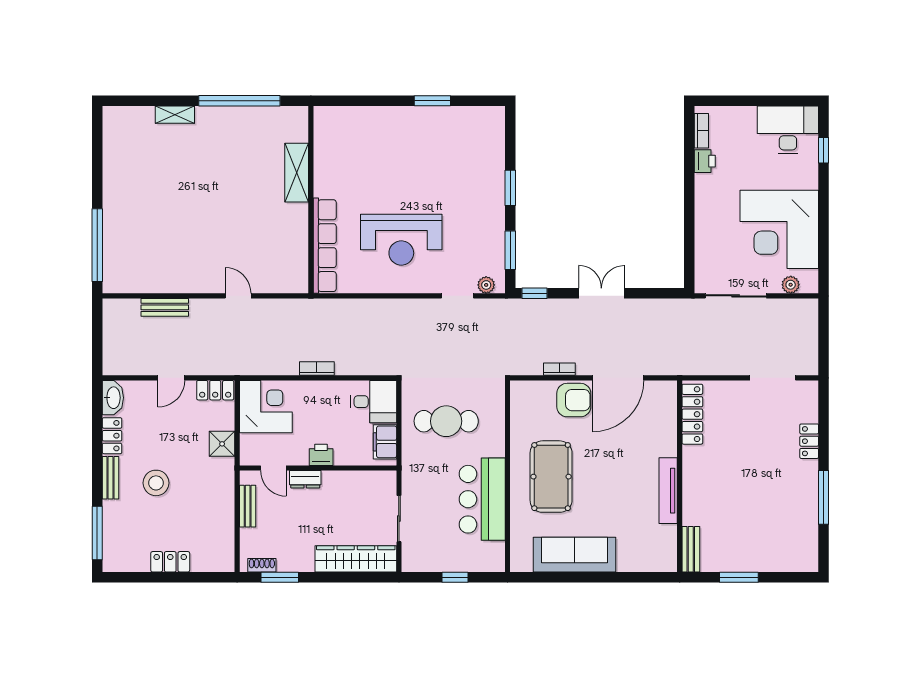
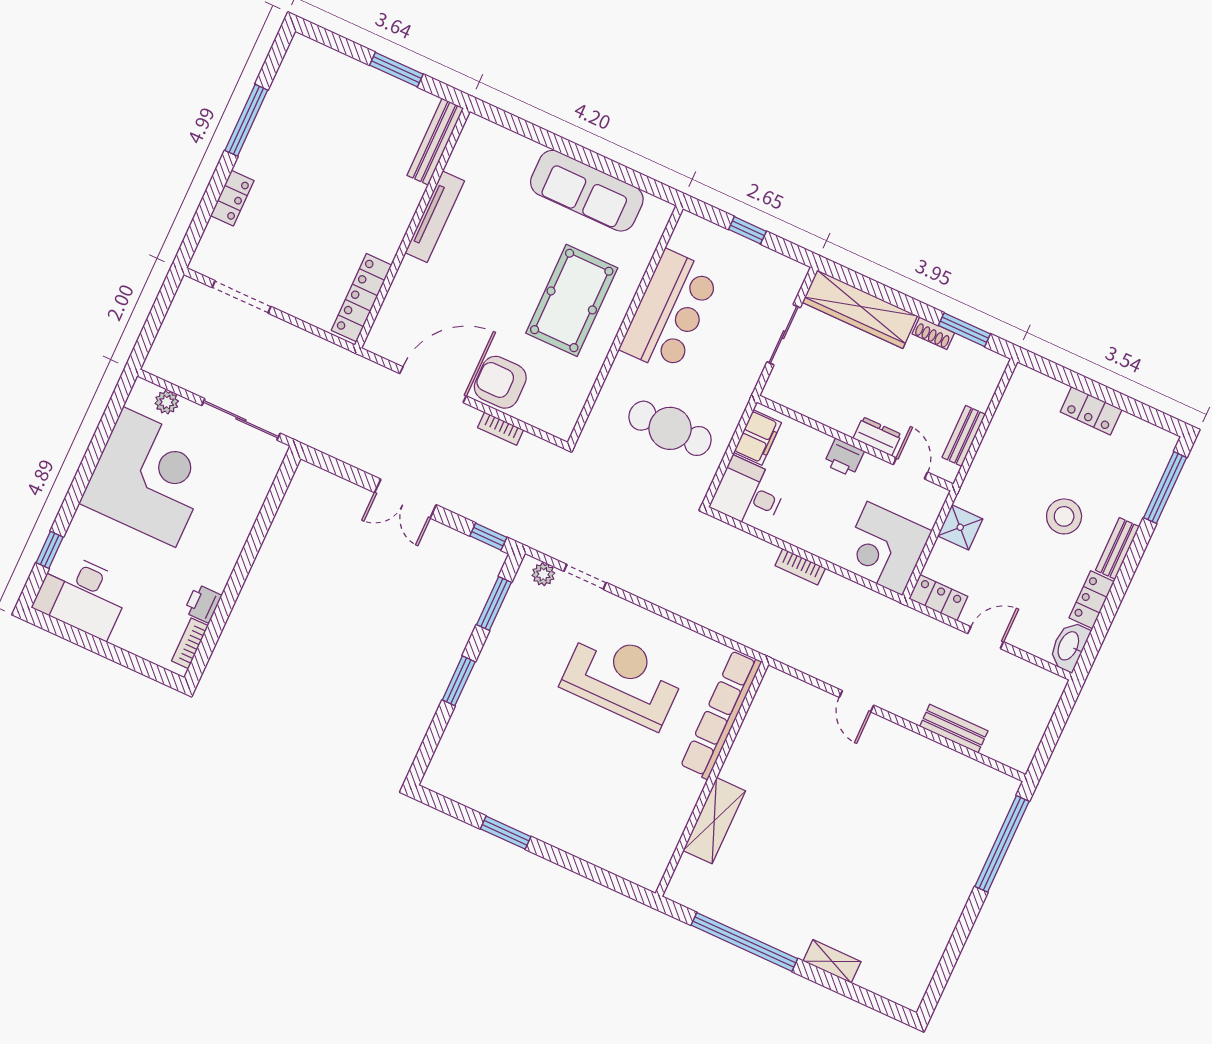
bench: (691, 549) -> (435, 142), width x1.36
shoe rack: (262, 565) -> (933, 333), moved

